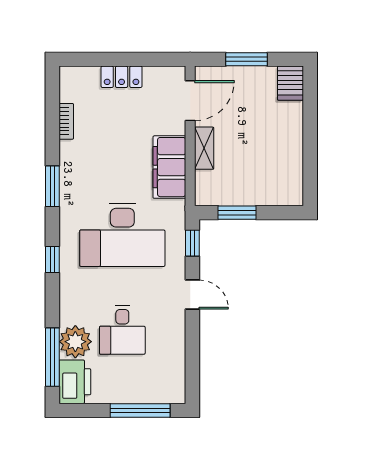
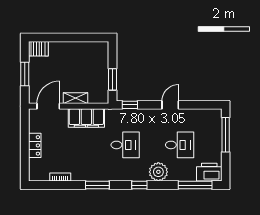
door: (190, 101) -> (48, 106), hinge flipped
desk: (122, 235) -> (125, 145), width x0.53, depth x0.77
door: (192, 295) -> (170, 105), moved
plant: (75, 342) -> (158, 172), moved

